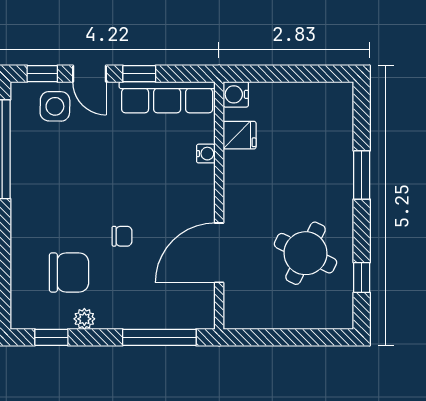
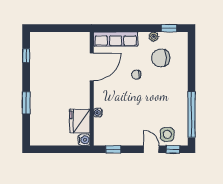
window: (139, 74) -> (113, 149), moved
row of seats: (167, 97) -> (116, 39), moved, turned 180
fridge: (240, 135) -> (80, 121), width x1.88, depth x1.34
round table: (306, 253) -> (52, 67), removed
window: (159, 337) -> (119, 28), removed

